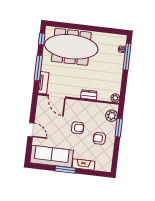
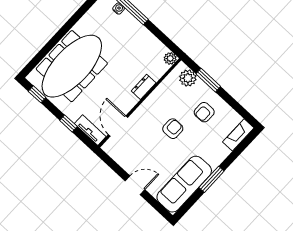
window: (38, 68) -> (68, 123), width x0.46
door: (57, 96) -> (118, 126), swing flipped
fireplace: (84, 164) -> (238, 135), moved

